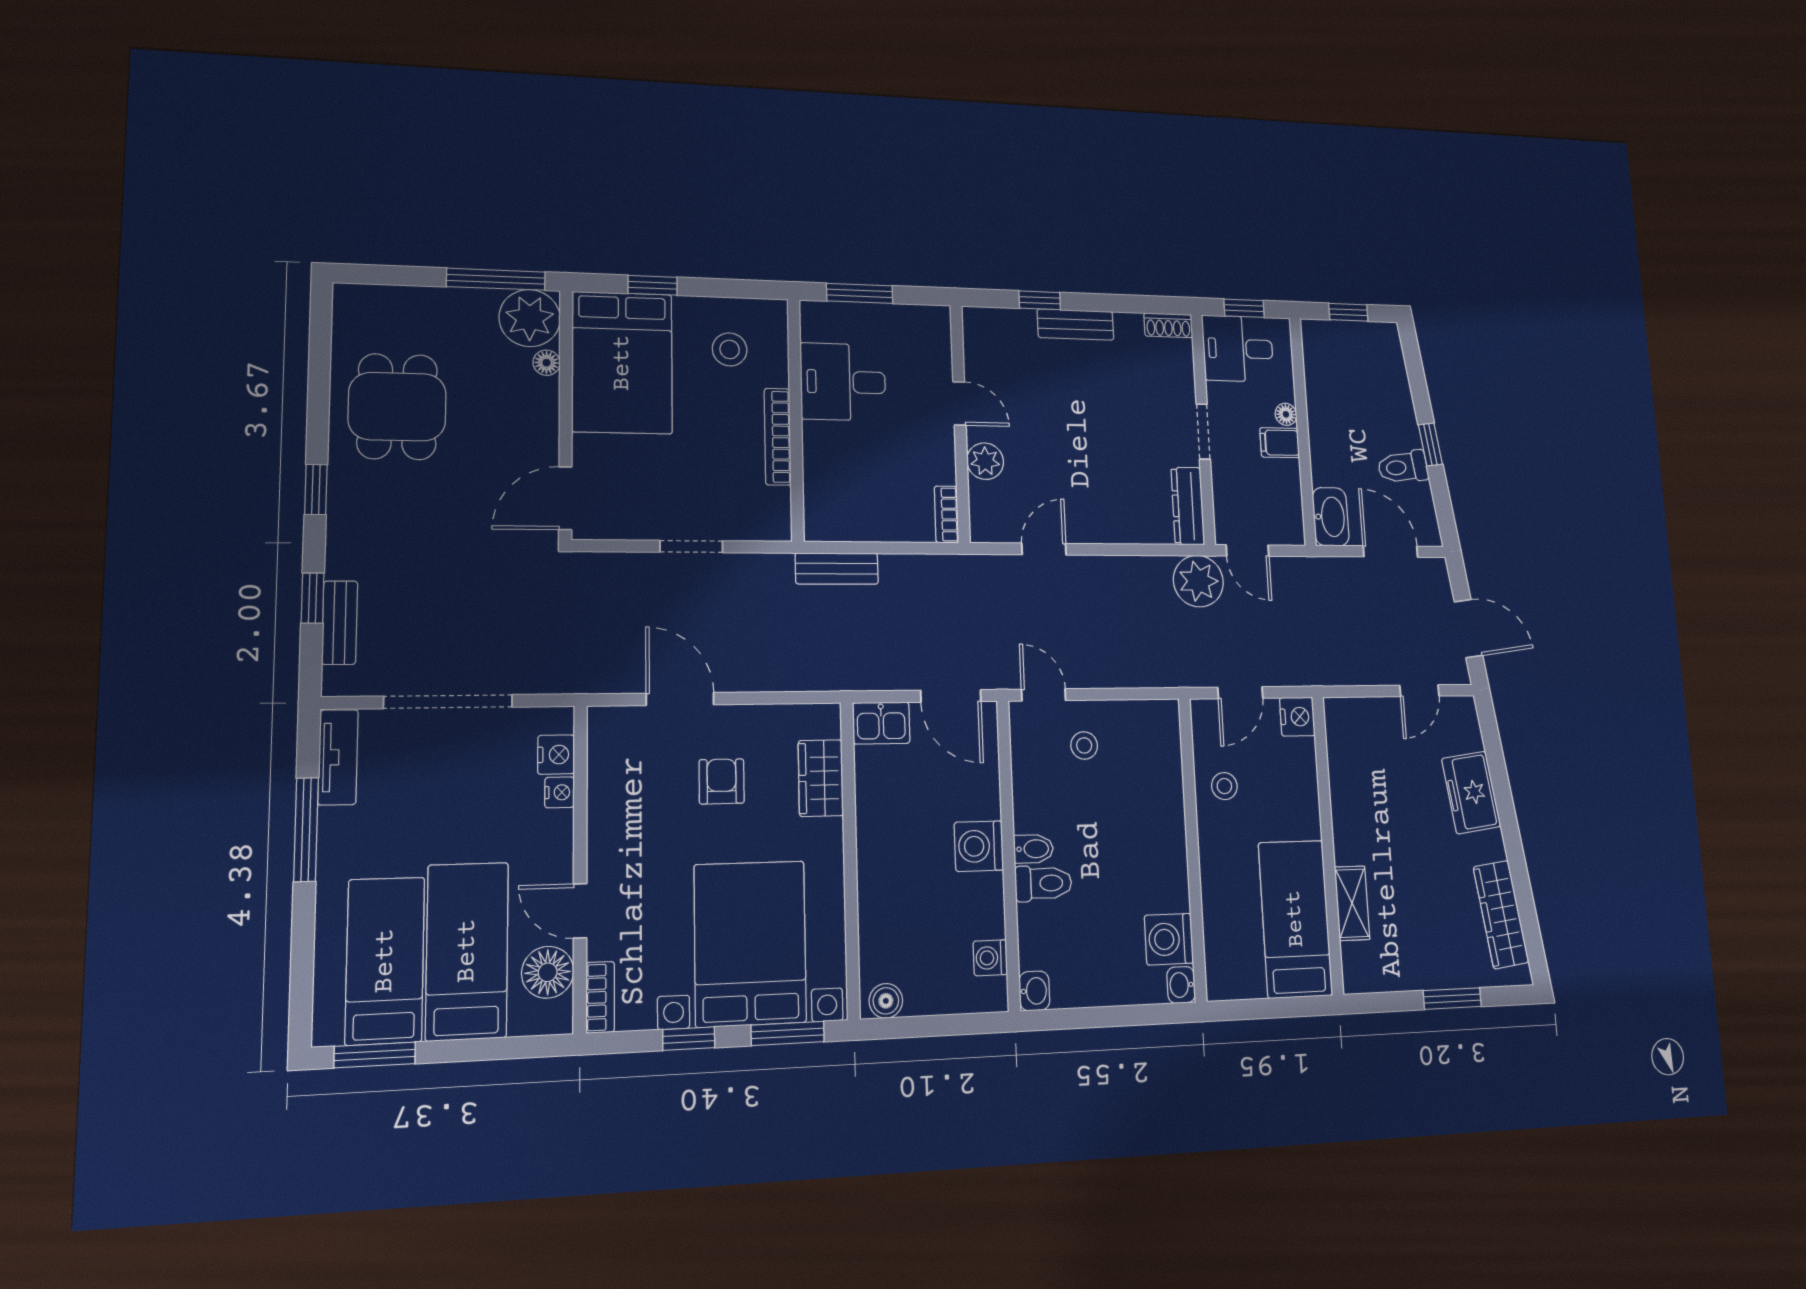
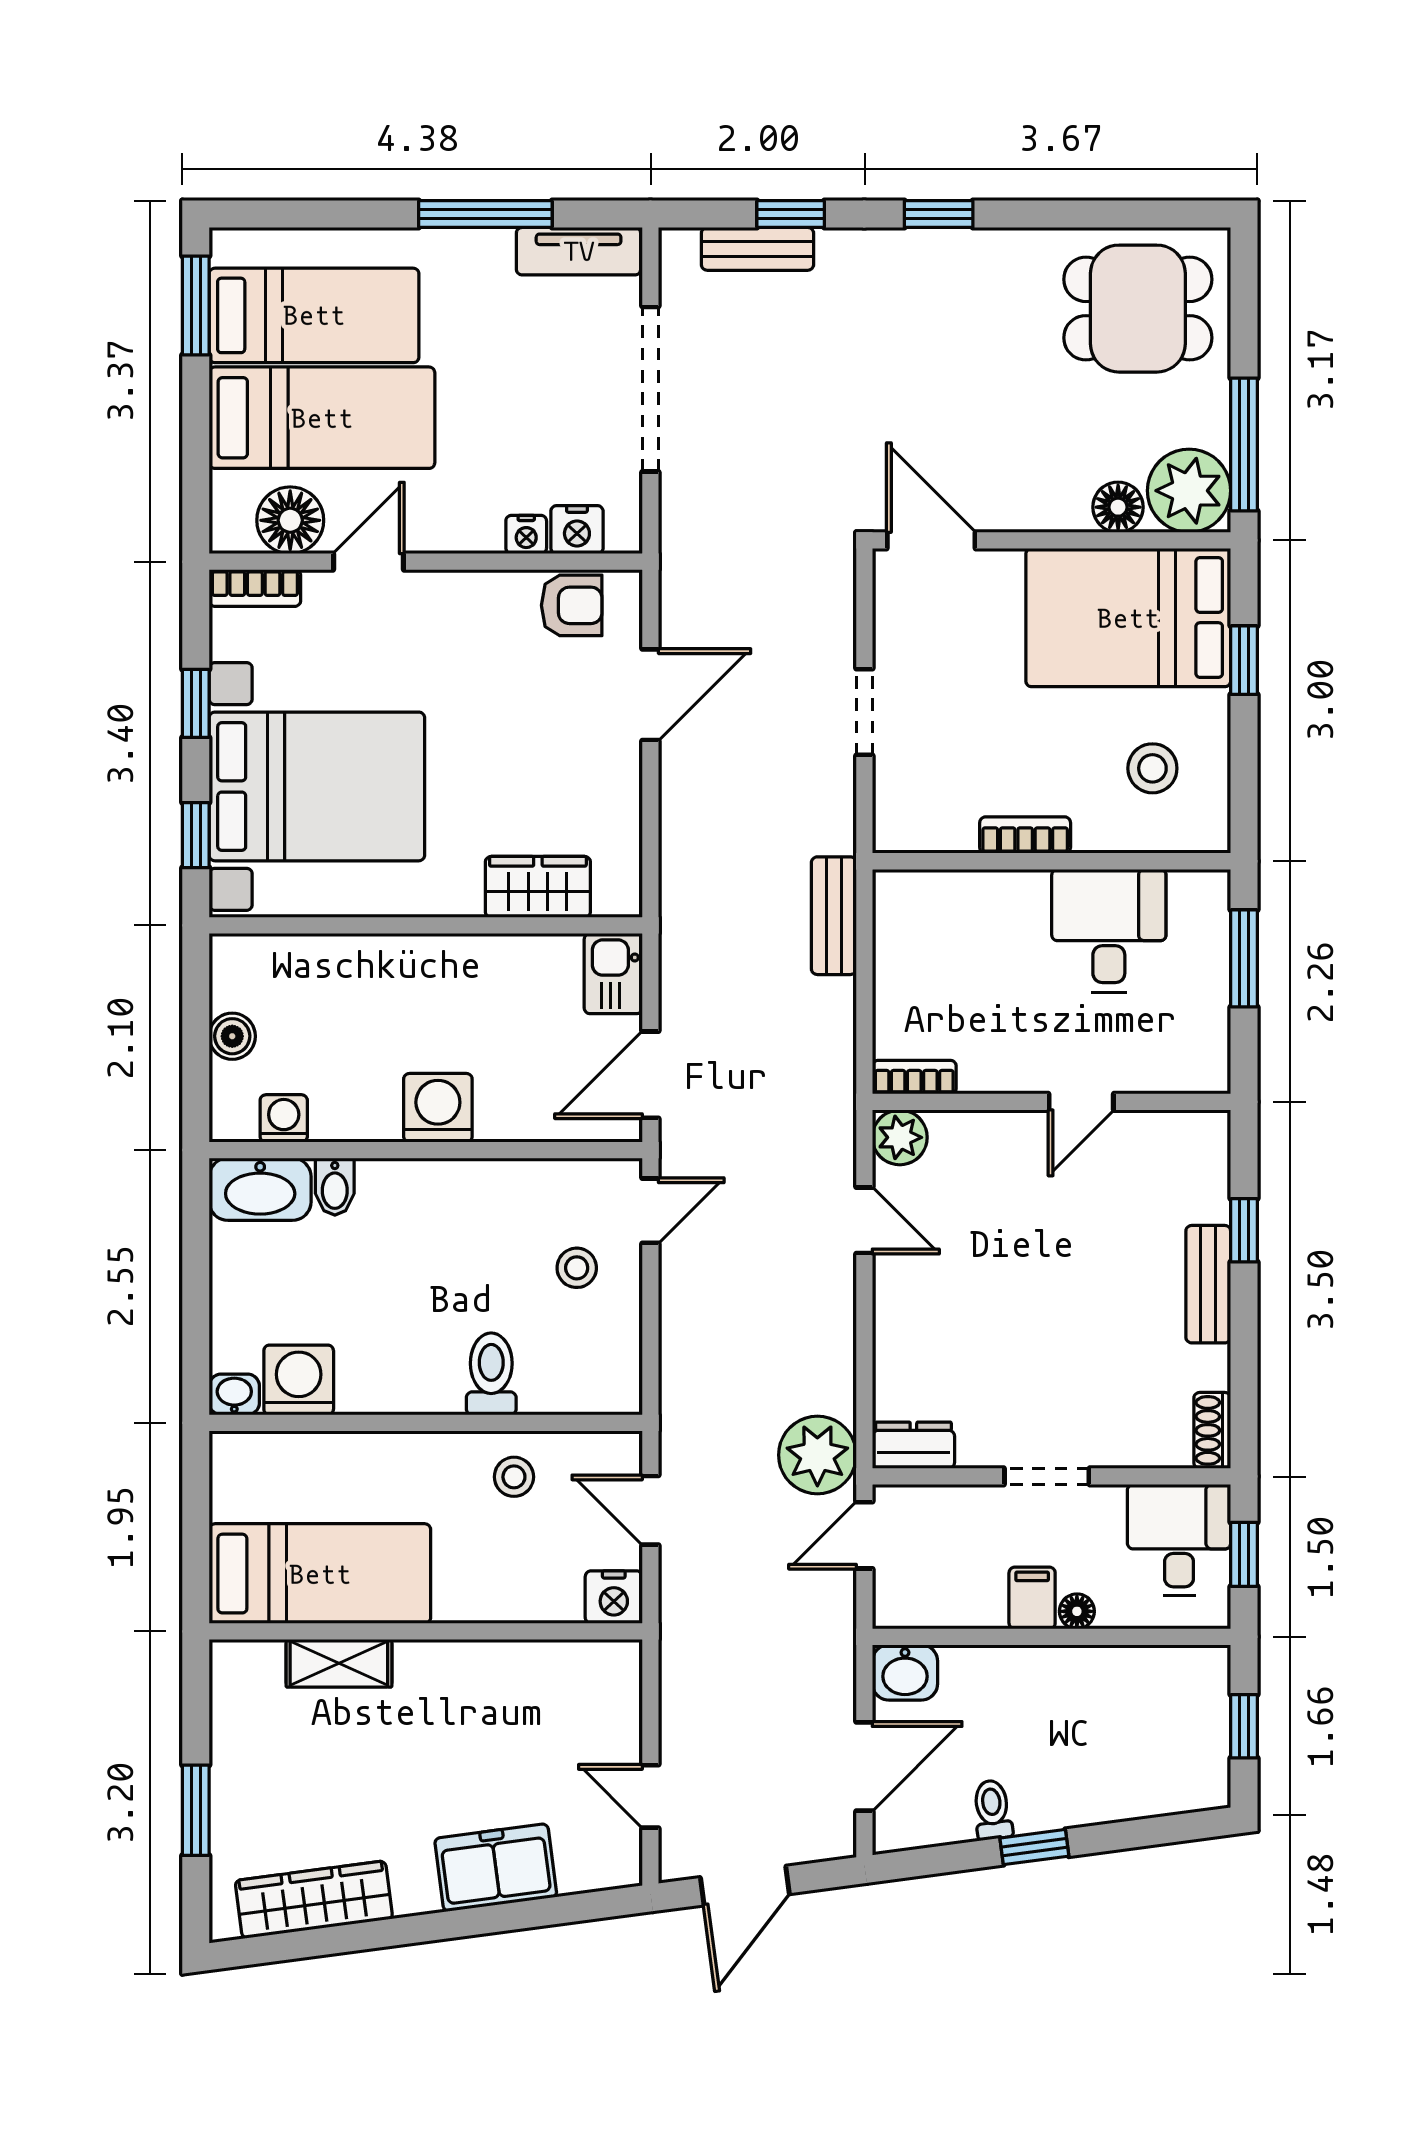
floor lamp: (547, 363) -> (1118, 507), width x1.37, depth x1.37
dining table: (397, 407) -> (1138, 309), moved
bookcase: (778, 437) -> (1025, 835), width x0.64
plant: (985, 461) -> (900, 1137), moved
toilet: (1403, 467) -> (992, 1810), width x0.73, depth x0.72
dresser: (1188, 506) -> (913, 1445), width x0.70
washbasin: (1331, 517) -> (905, 1672), width x0.72
armchair: (722, 781) -> (572, 605), moved
bidet: (1034, 849) -> (335, 1187), moved
toilet: (1043, 883) -> (491, 1374), moved, turned 180
washbasin: (1034, 991) -> (260, 1189), width x1.91, depth x1.45
boiler: (886, 1001) -> (232, 1036), moved
window: (788, 1033) -> (196, 835), width x0.67

